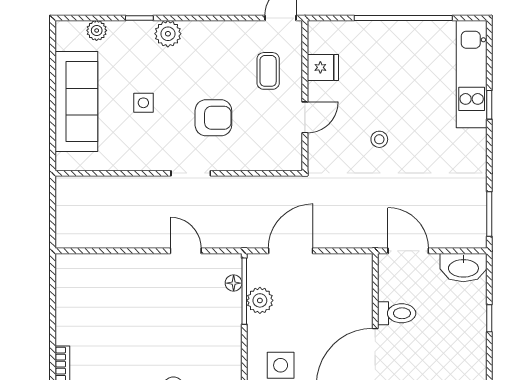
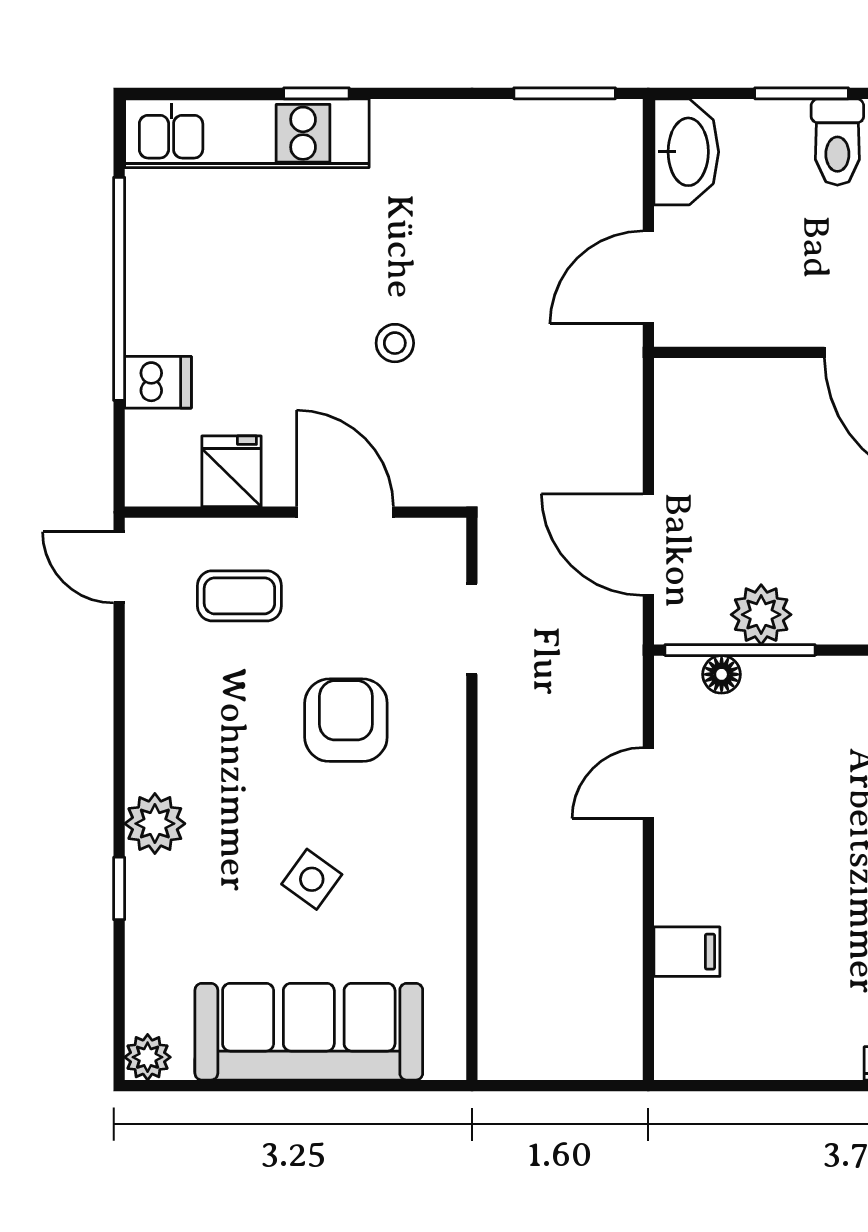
plant: (97, 30) -> (148, 1057), moved
dishwasher: (362, 35) -> (158, 382), added
side table: (143, 103) -> (312, 879), turned 36
door: (305, 117) -> (345, 512), width x1.38
doorway: (191, 173) -> (472, 629), moved
filing cabinet: (112, 268) -> (687, 952), added
toilet: (397, 313) -> (837, 142), moved, turned 180
window: (489, 318) -> (802, 93), width x1.50

